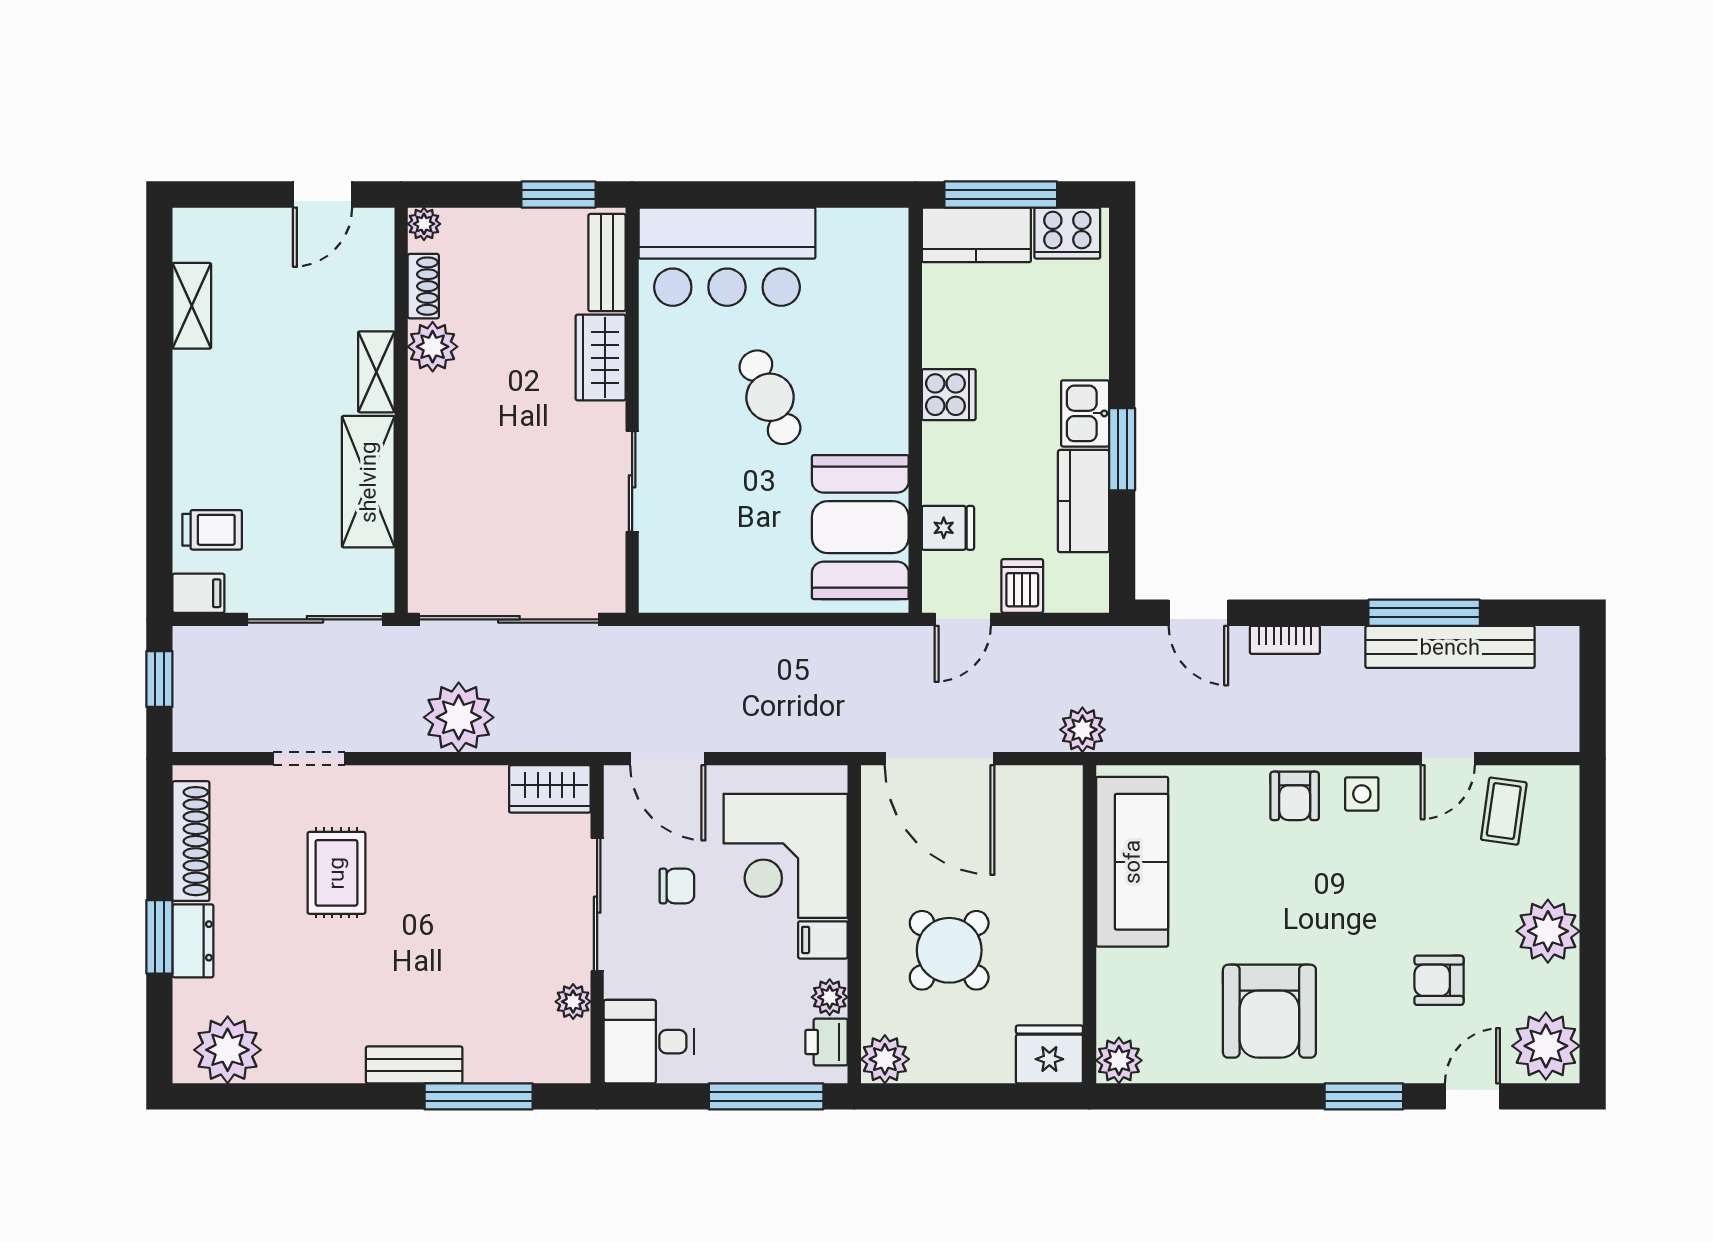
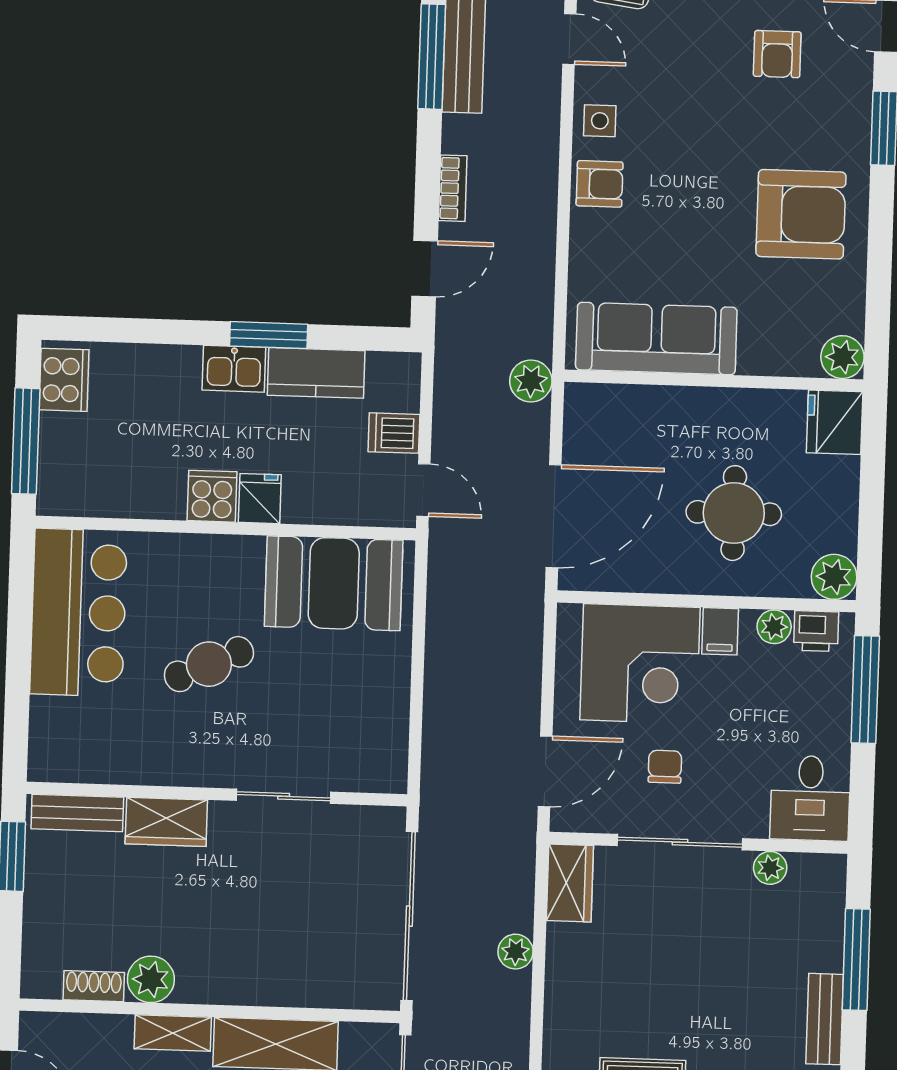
plant: (424, 224) -> (35, 984), removed
kitchen counter: (976, 235) -> (63, 465), removed
bar counter: (727, 257) -> (79, 613), moved
fridge: (948, 528) -> (260, 499), moved
plant: (459, 717) -> (516, 952), width x0.53, depth x0.53
round table: (949, 950) -> (734, 513), turned 45

